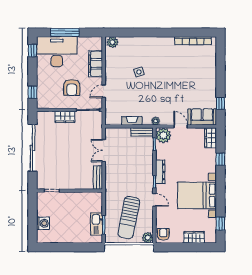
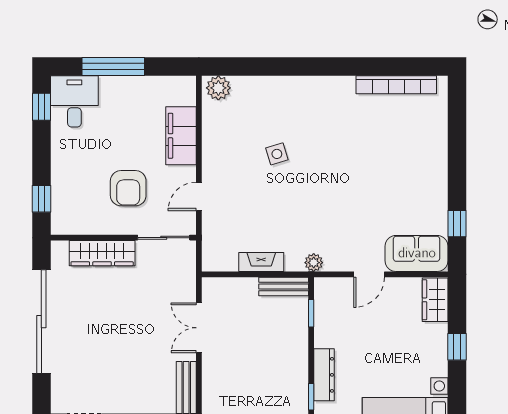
desk: (57, 52) -> (74, 101), width x0.53, depth x0.77
wardrobe: (65, 117) -> (102, 253), width x1.50
door: (181, 126) -> (369, 274), swing flipped
plant: (163, 135) -> (331, 294), removed

